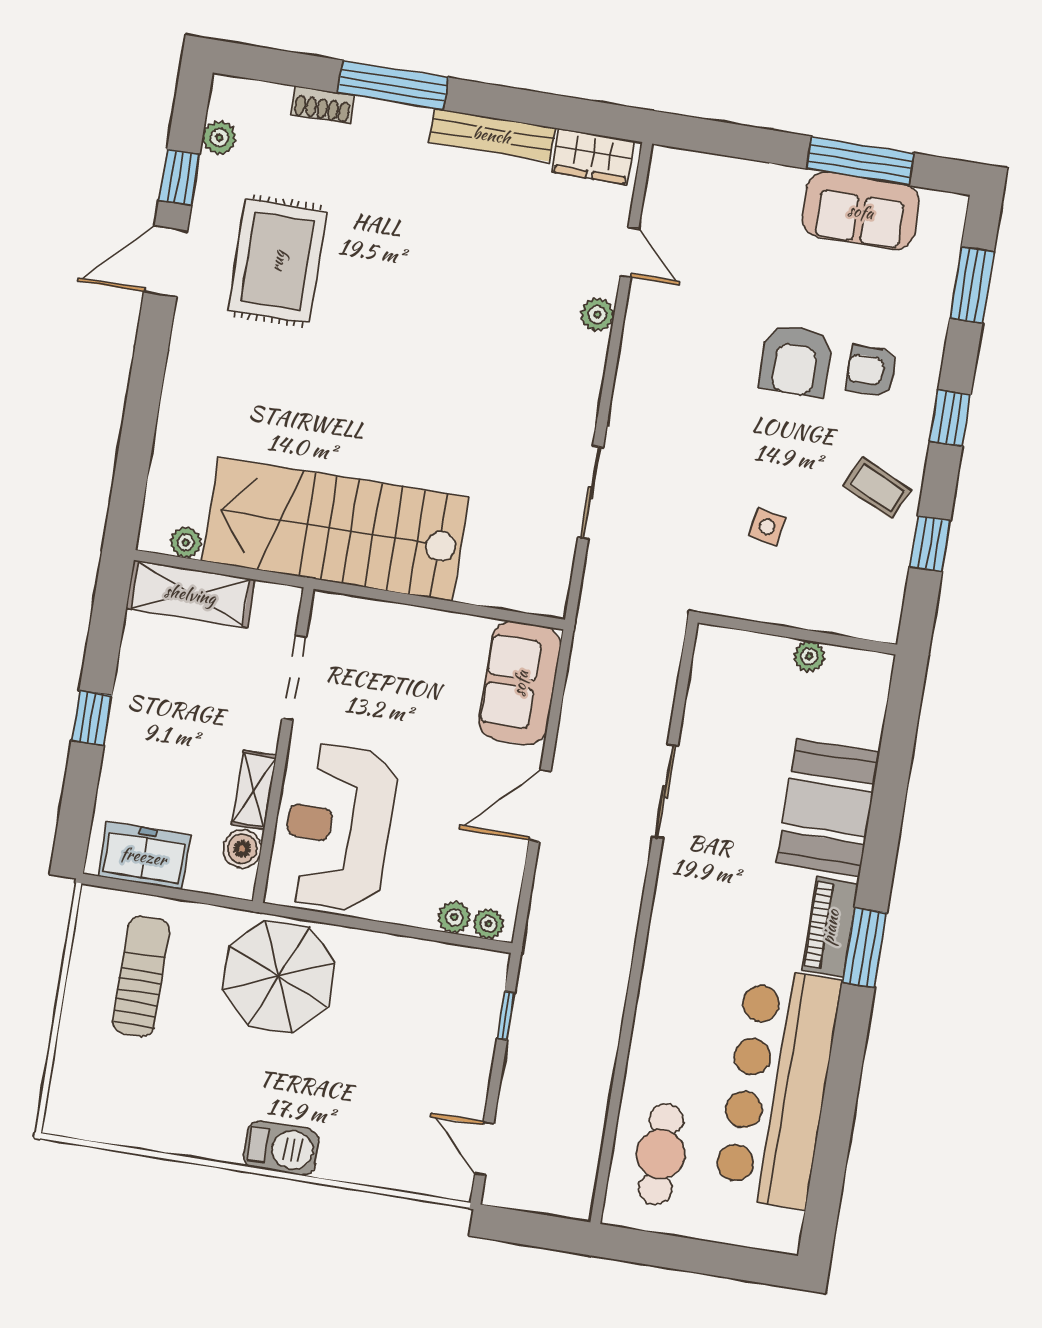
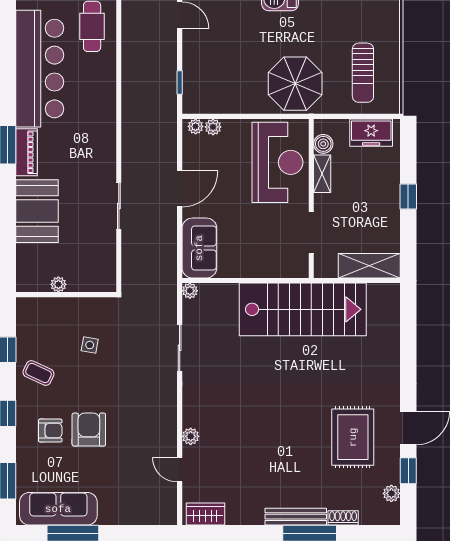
bench: (492, 135) -> (296, 517), moved
sofa: (861, 211) -> (58, 509), width x1.36
plant: (186, 542) -> (190, 291), moved

